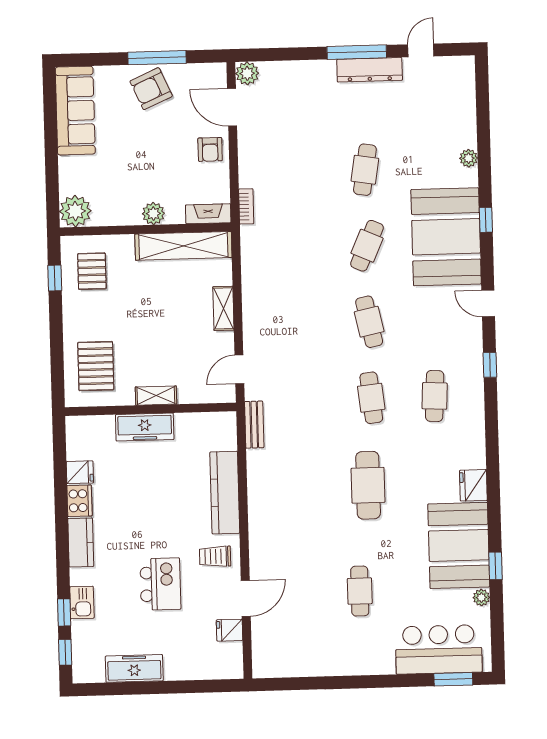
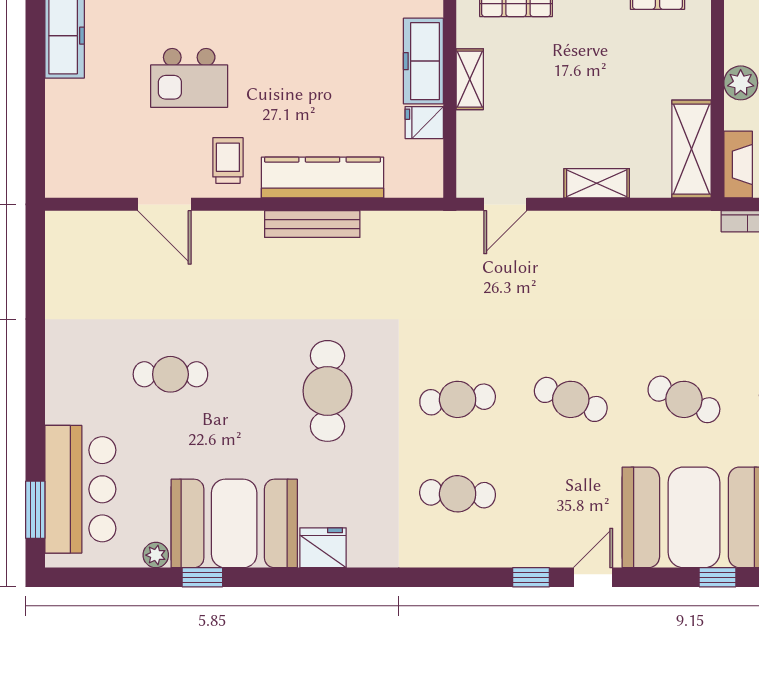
shelving: (183, 246) -> (691, 149), width x0.68
cafe table: (369, 322) -> (571, 399), turned 33
window: (490, 365) -> (531, 577), moved
door: (239, 369) -> (505, 204), swing flipped
bench: (254, 425) -> (312, 224), moved, width x1.36
cafe table: (368, 485) -> (327, 391), turned 90
fridge: (230, 630) -> (424, 123), moved, turned -90

